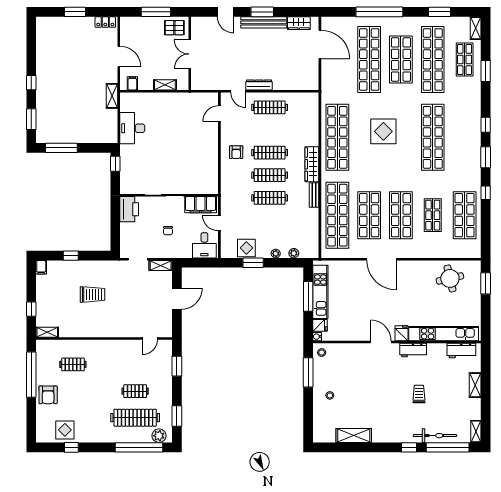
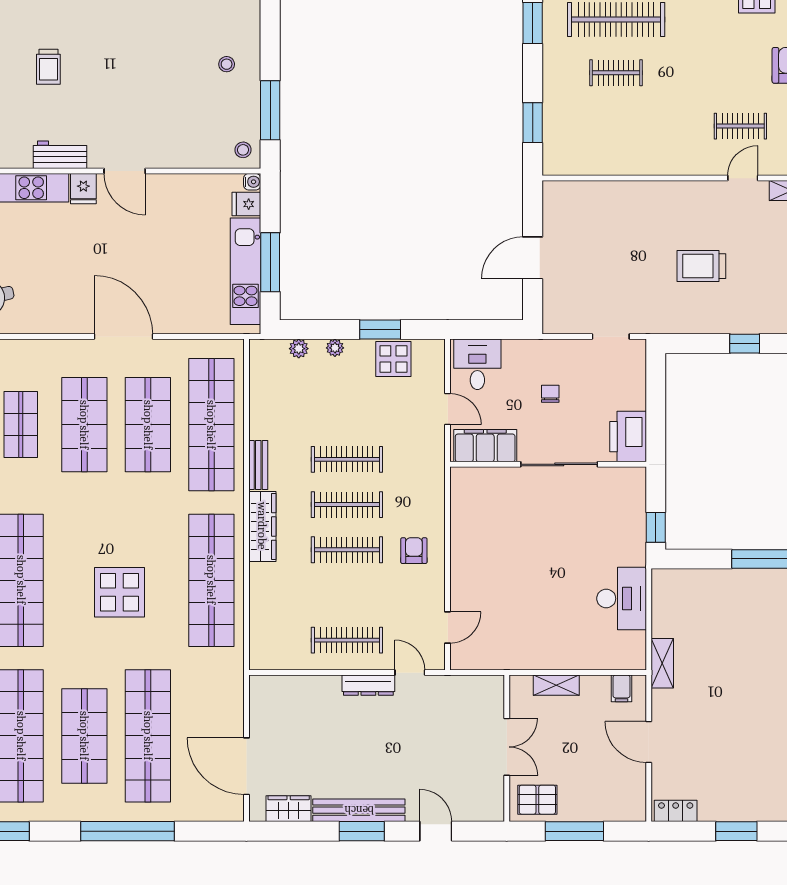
shelving: (161, 266) -> (565, 324), removed
door: (150, 338) -> (743, 178), moved

